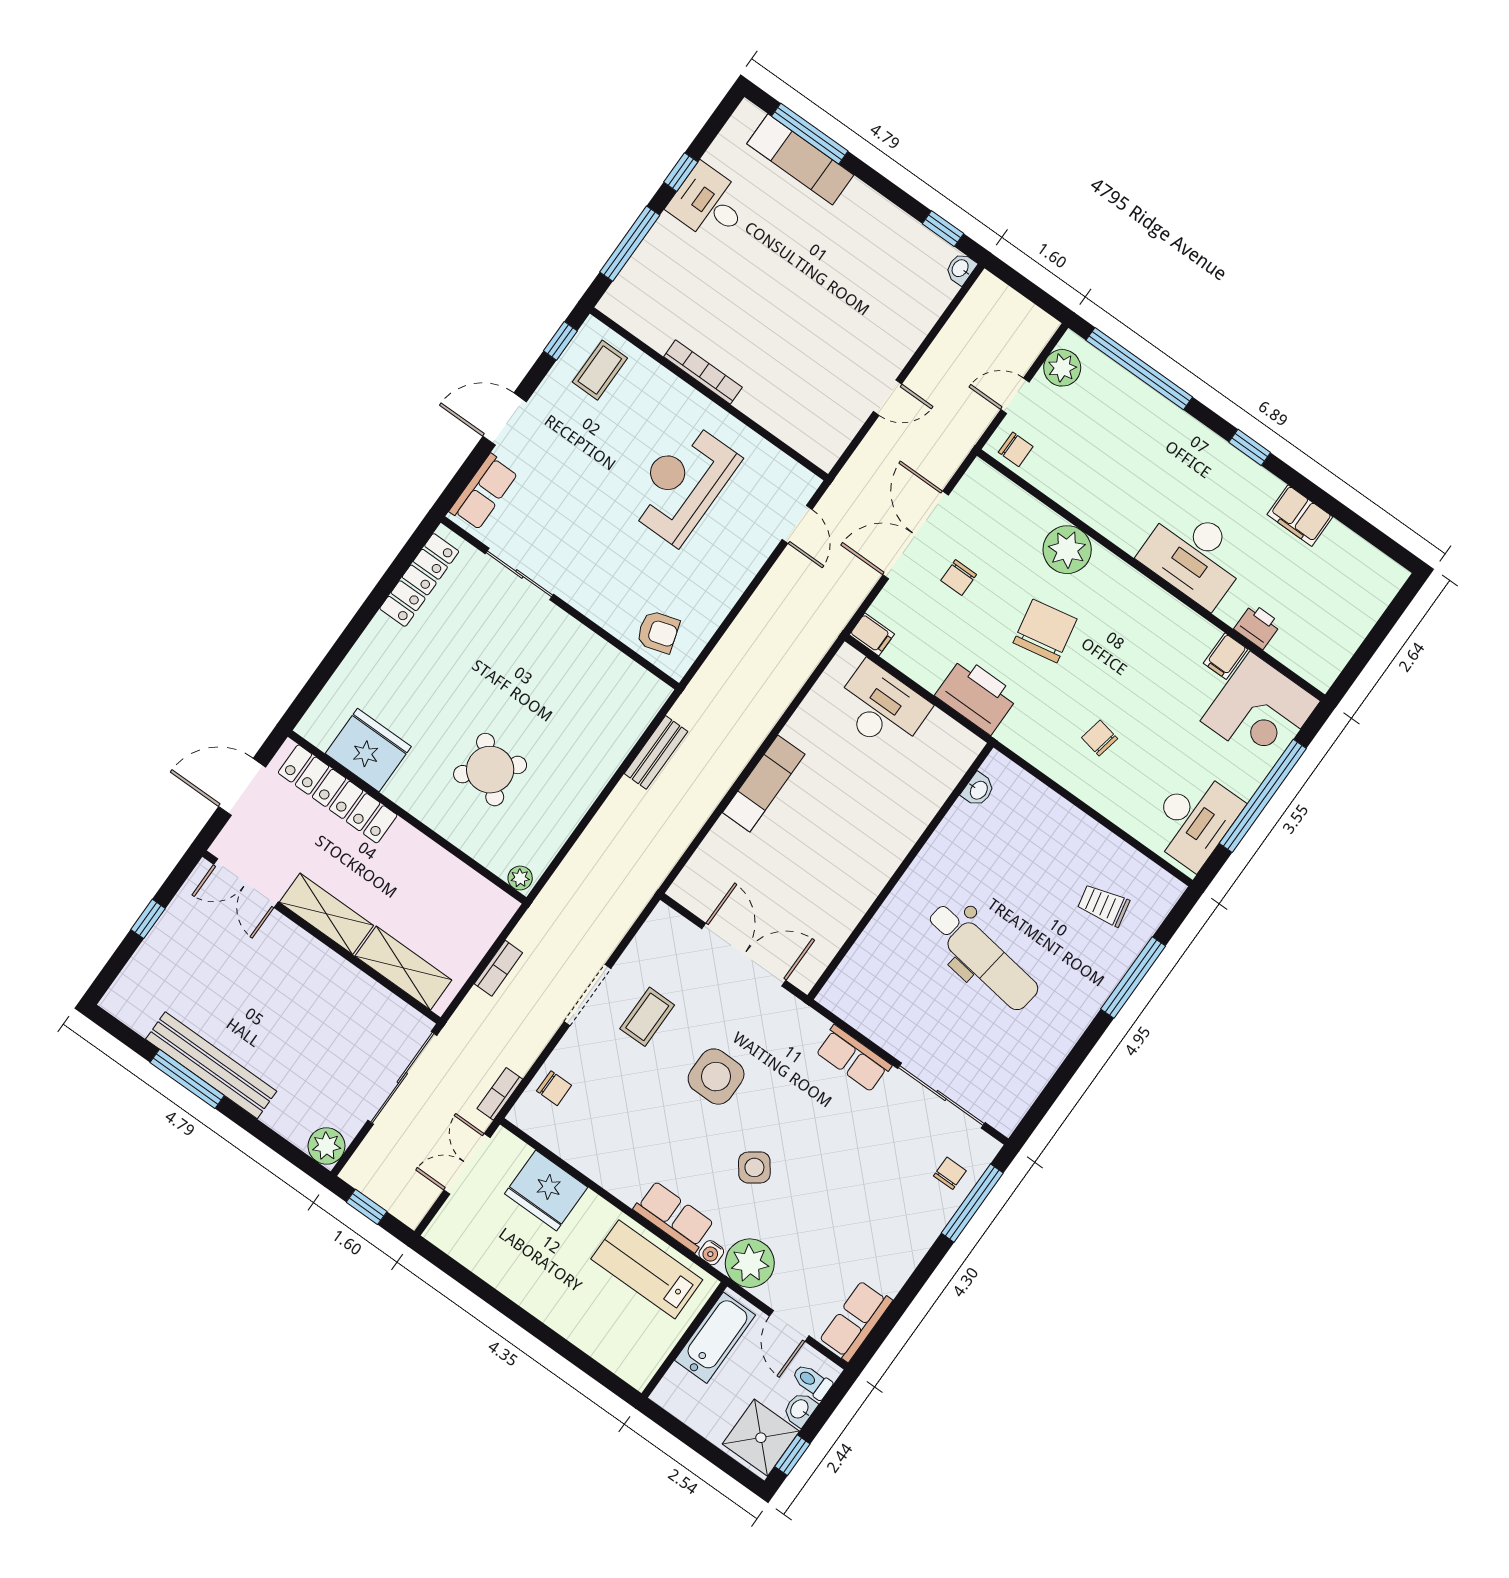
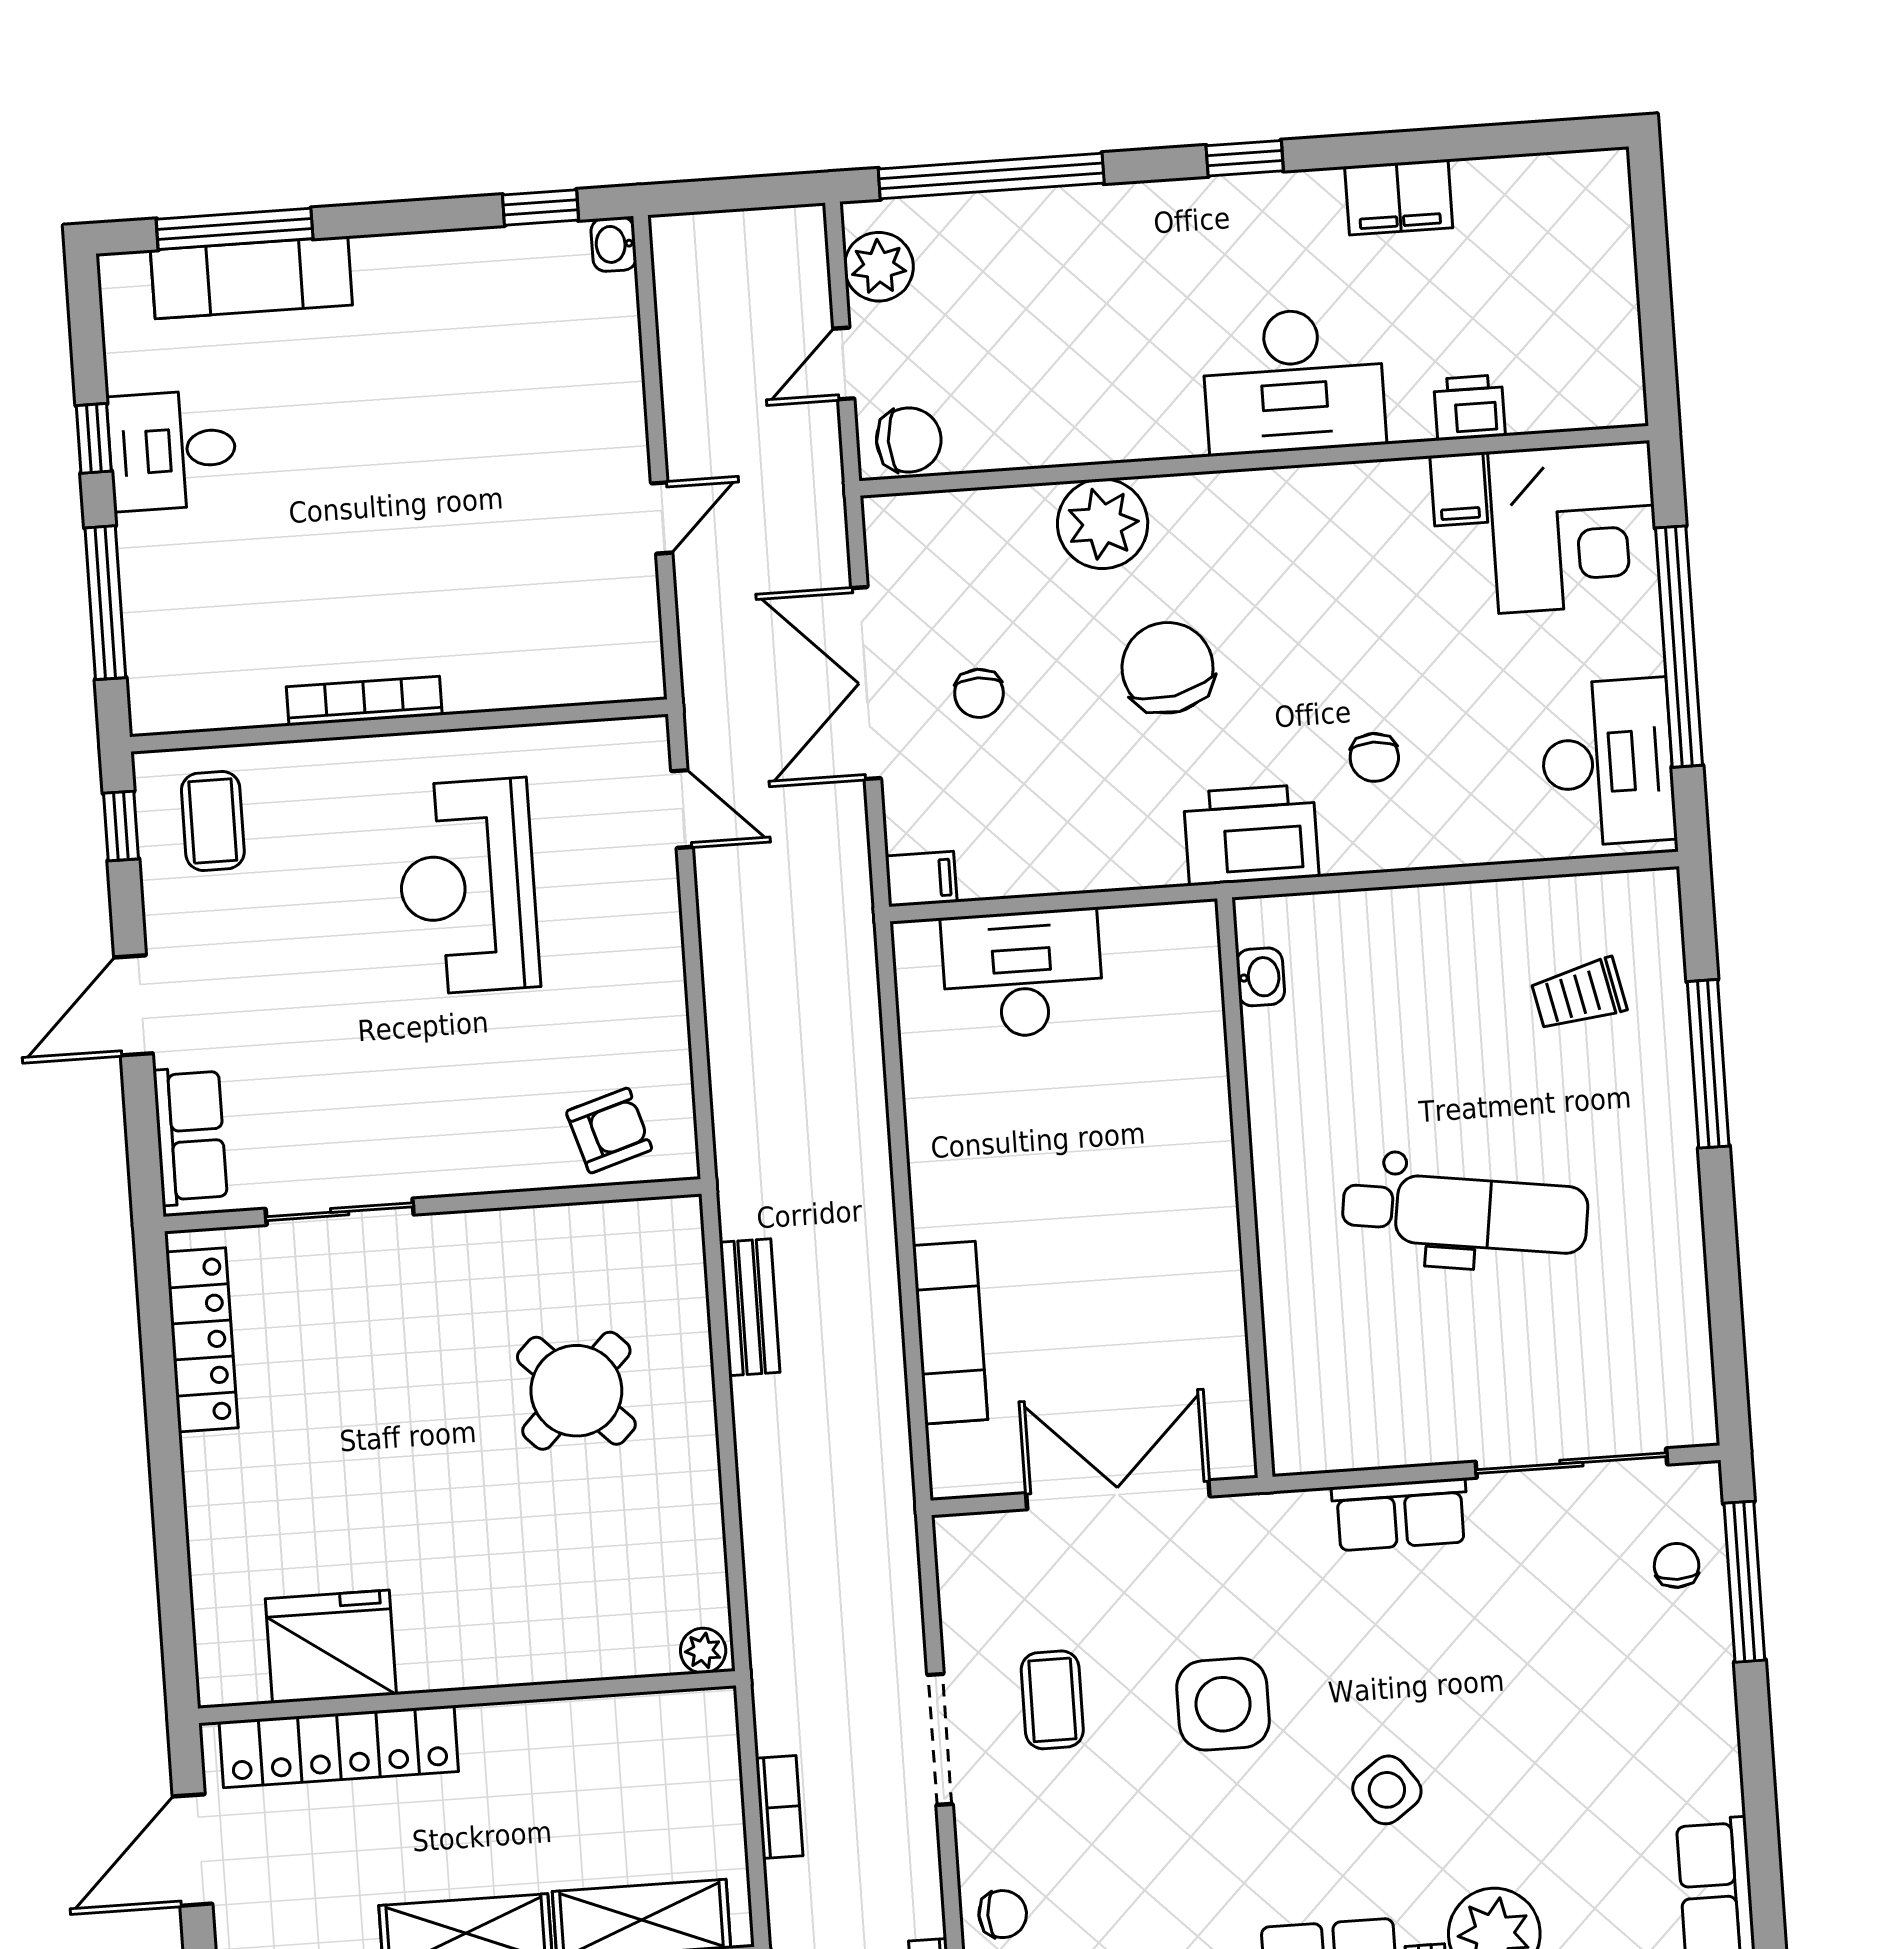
chair: (1016, 449) -> (909, 440), width x1.37, depth x1.37
printer: (977, 695) -> (1251, 835), moved
chair: (1100, 738) -> (1374, 757), turned -101
round table: (490, 770) -> (576, 1391), moved
exam couch: (764, 783) -> (950, 1333), moved

